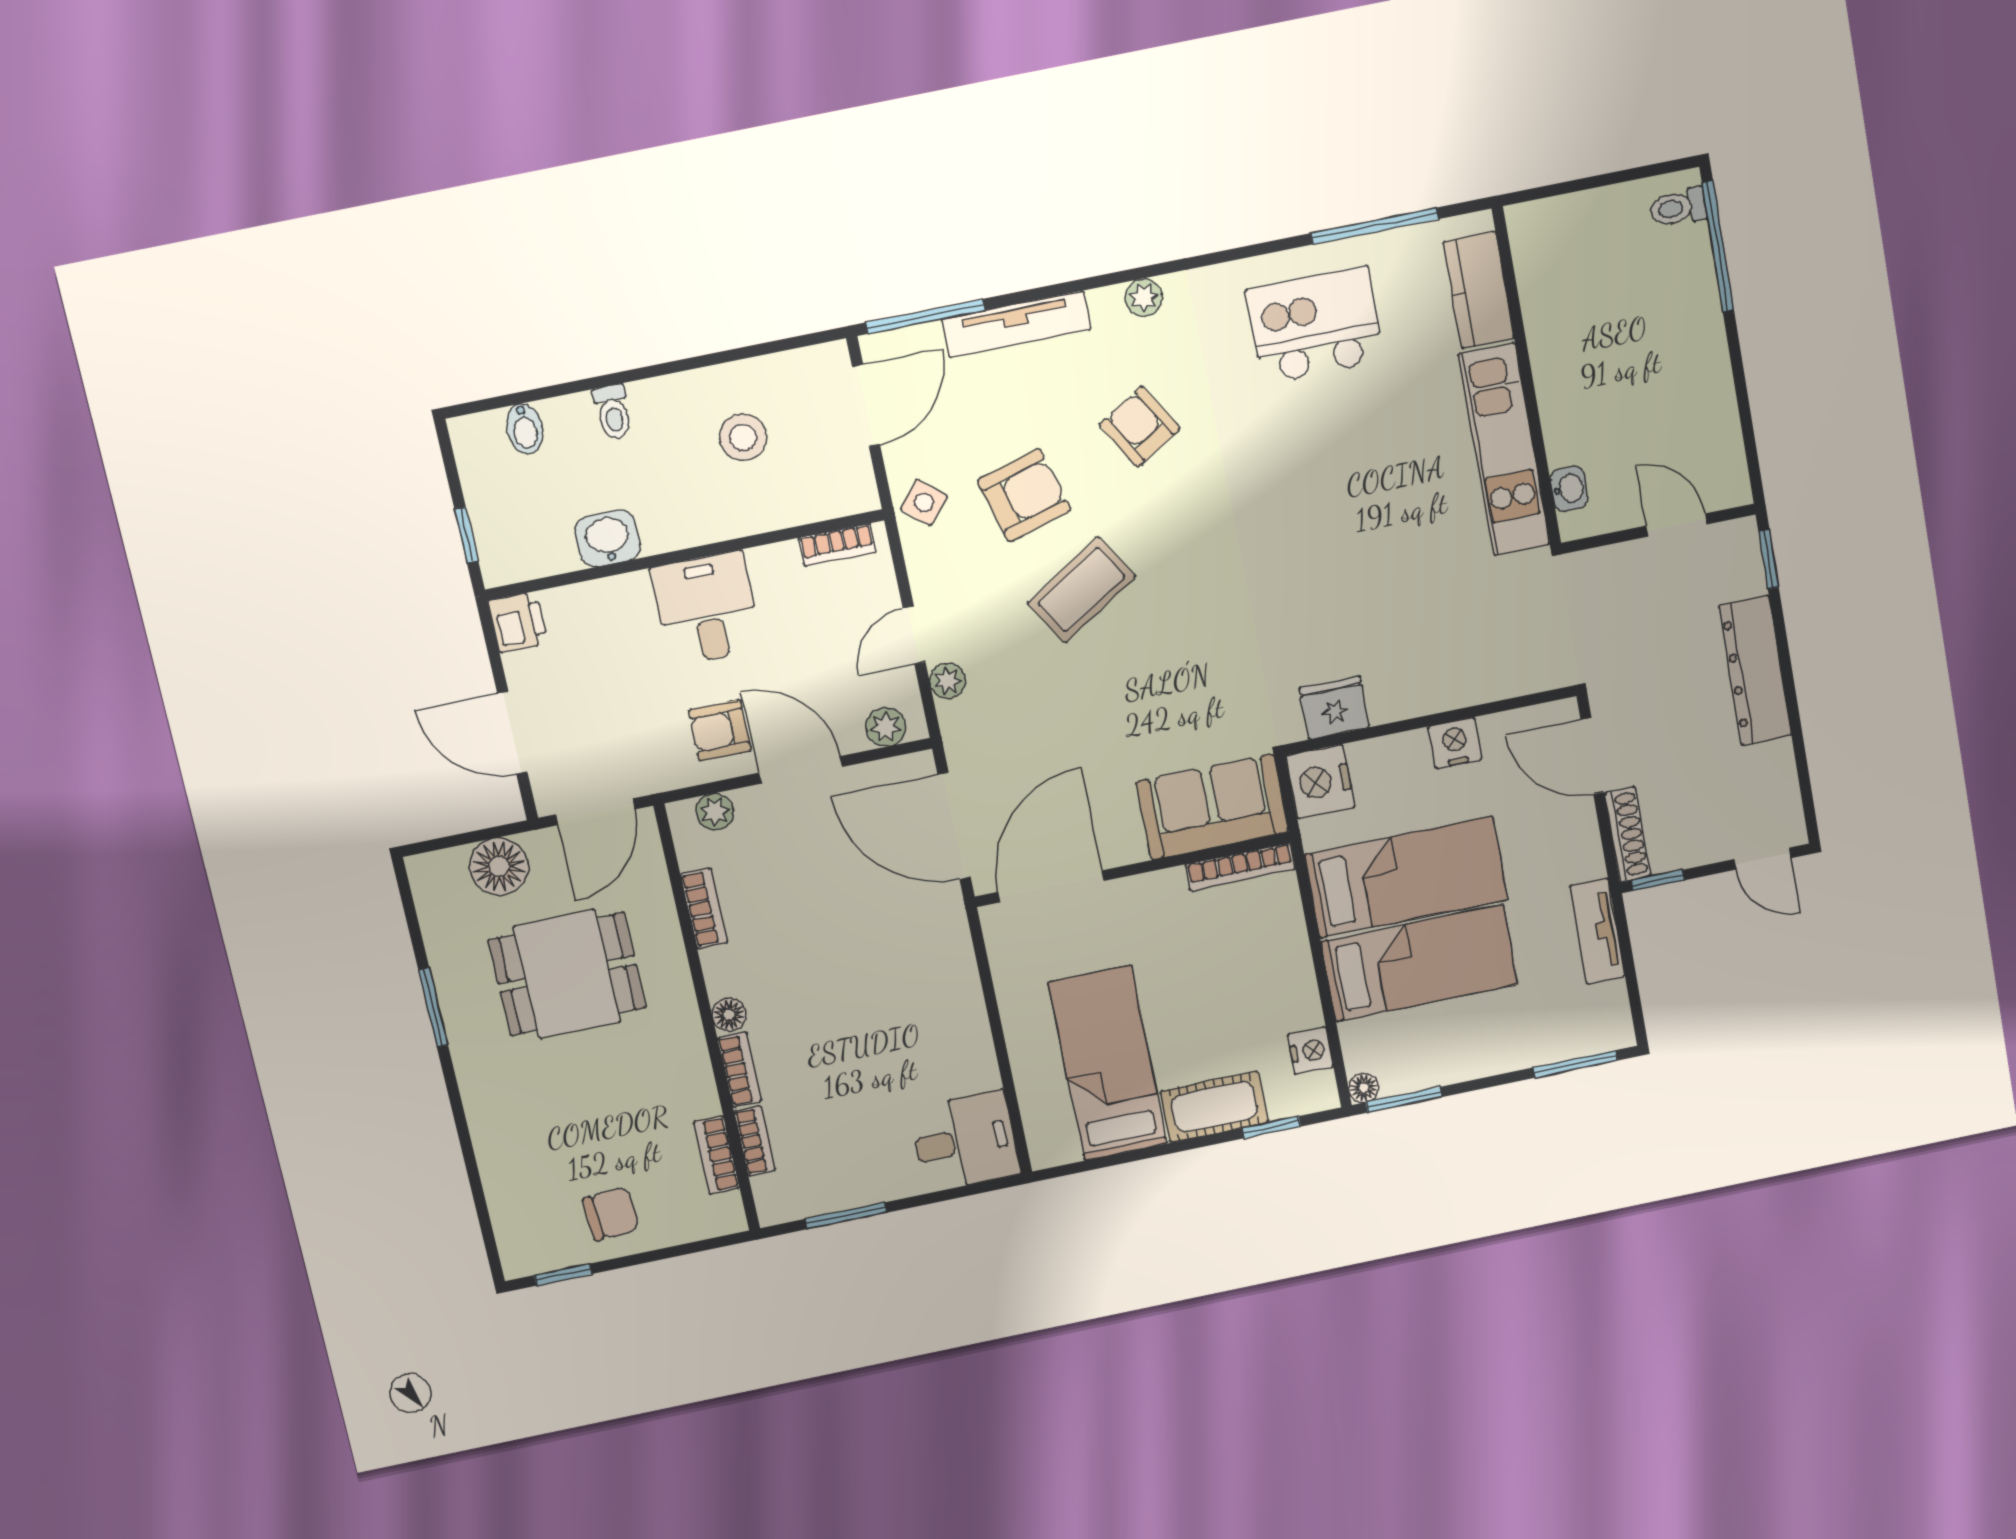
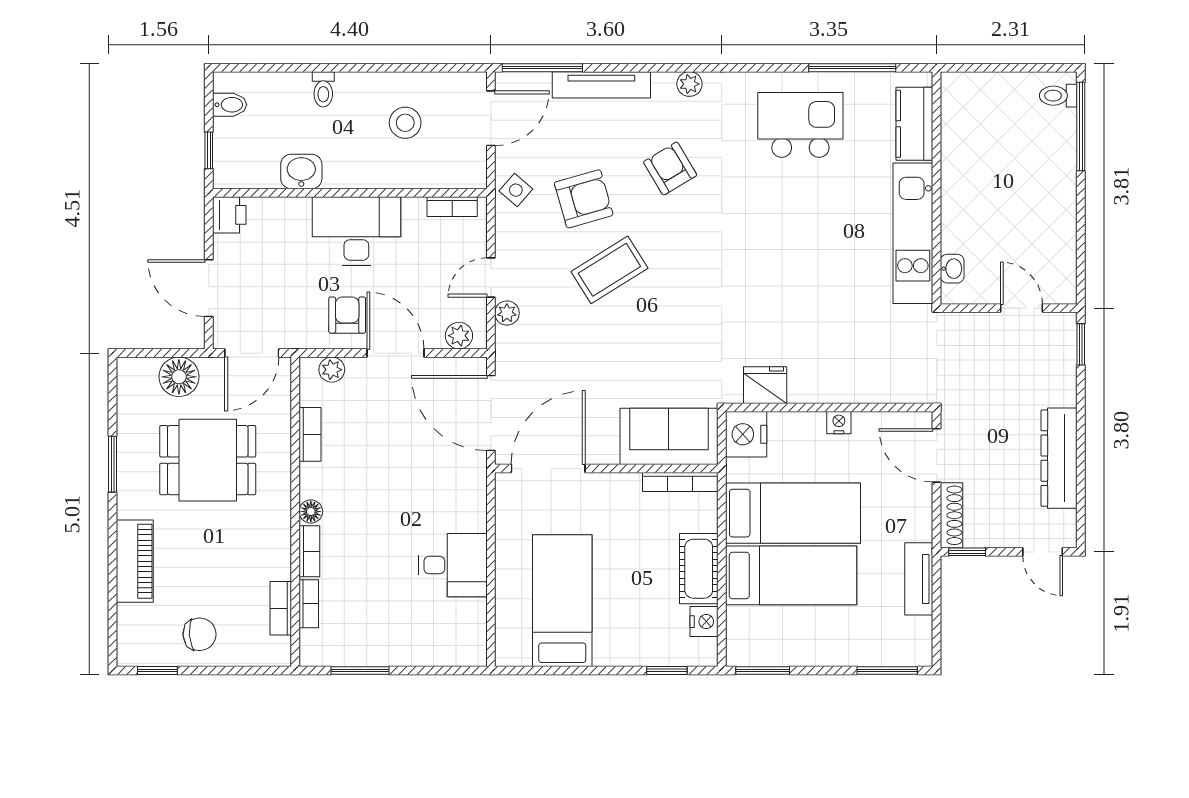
bidet: (525, 429) -> (230, 105), moved, turned -90
desk: (707, 608) -> (356, 231), width x1.37
dresser: (1755, 670) -> (1059, 458), moved
armchair: (720, 730) -> (347, 315), turned 90
nightstand: (1455, 743) -> (839, 423), width x0.72, depth x0.74
floor lamp: (1364, 1088) -> (736, 656), removed
cot: (1214, 1107) -> (699, 569), moved, turned 90
piano: (497, 1134) -> (135, 561), added
desk: (965, 1141) -> (453, 565), moved

